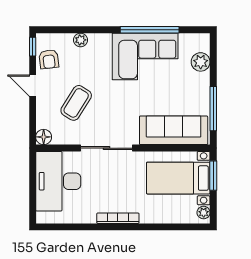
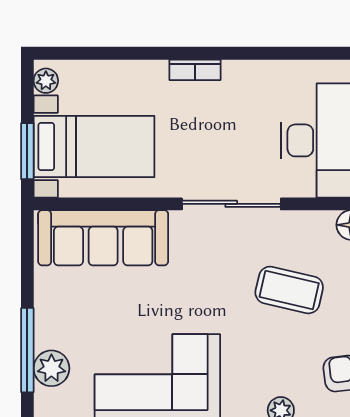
coffee table: (76, 103) -> (289, 290), turned 71
window: (213, 109) -> (27, 350), moved
bookcase: (118, 218) -> (195, 70), width x0.64

